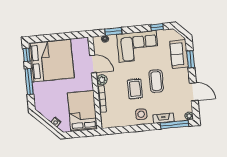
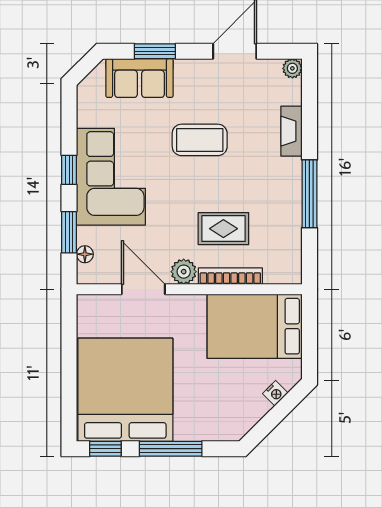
window: (157, 27) -> (69, 170), moved
door: (93, 64) -> (143, 289), hinge flipped
rug: (135, 89) -> (223, 229), moved
side table: (141, 114) -> (277, 184), removed
window: (174, 125) -> (309, 194), moved

